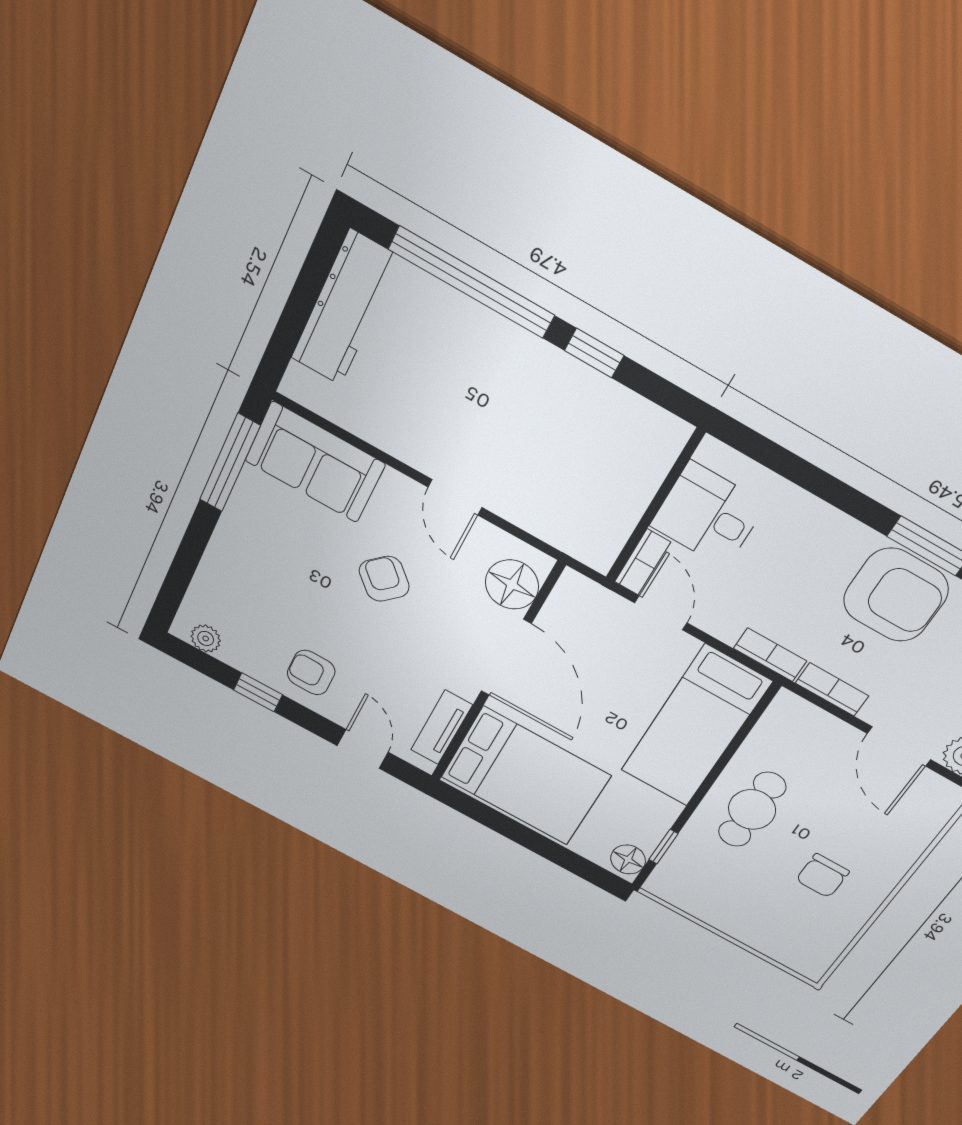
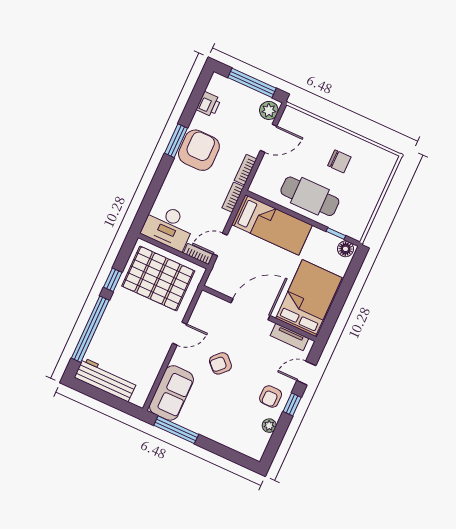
pallet: (590, 464) -> (158, 278), added
desk: (708, 515) -> (168, 227), width x1.37
floor lamp: (512, 584) -> (216, 308), removed
plant: (206, 638) -> (269, 426), moved
window: (258, 692) -> (292, 404), moved
cafe table: (752, 810) -> (310, 196), width x1.37, depth x1.35

